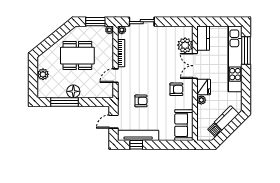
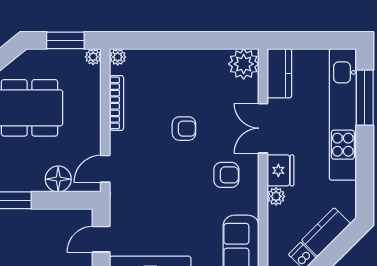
sliding door: (142, 22) -> (157, 40), removed
plant: (185, 45) -> (244, 64), moved
door: (116, 76) -> (105, 169), moved
floor lamp: (73, 91) -> (58, 179), moved
armchair: (141, 101) -> (184, 129), moved

